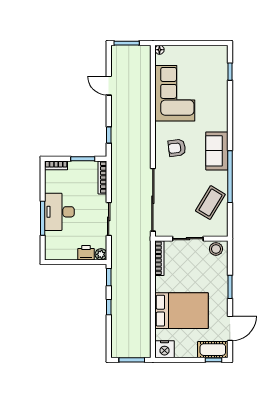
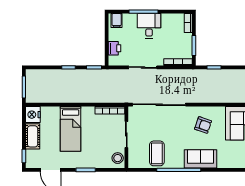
armchair: (177, 148) -> (203, 125), turned 116
coffee table: (210, 203) -> (157, 153), turned 59
desk: (59, 212) -> (149, 26), width x0.73
filing cabinet: (53, 250) -> (117, 21), added
plant: (101, 254) -> (113, 61), removed
bed: (181, 311) -> (71, 129), width x0.67
cot: (213, 350) -> (33, 136), moved

